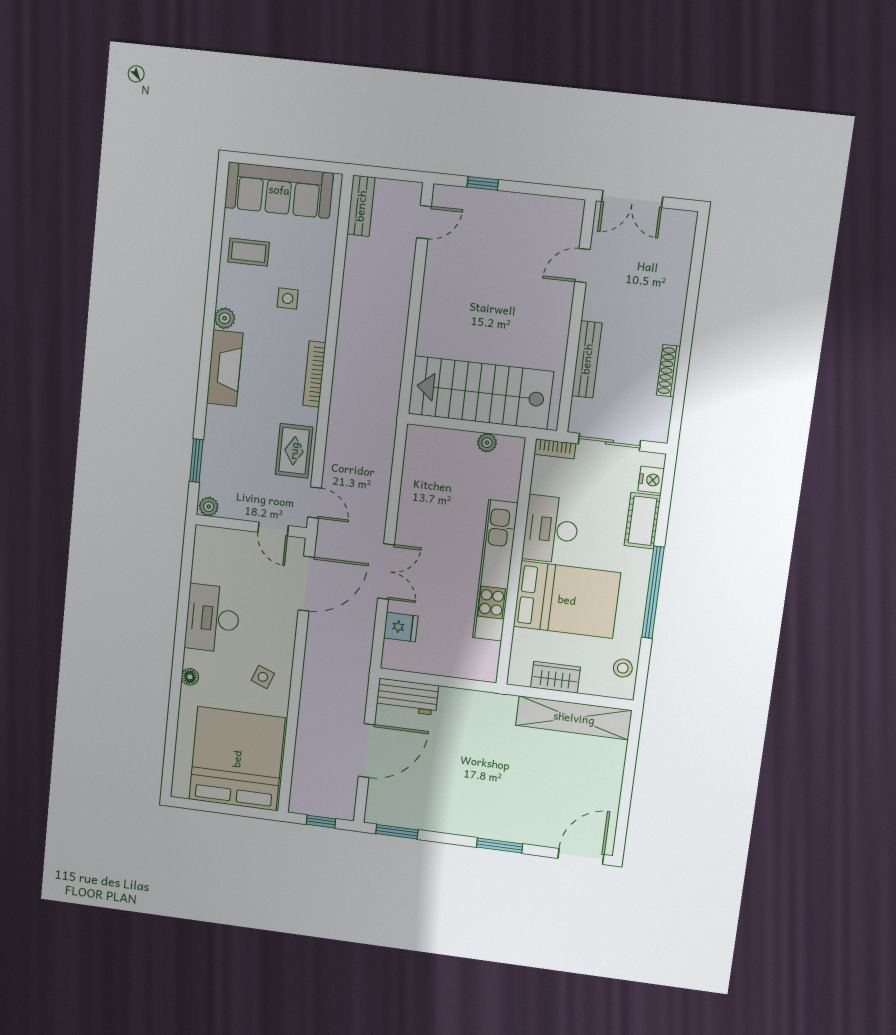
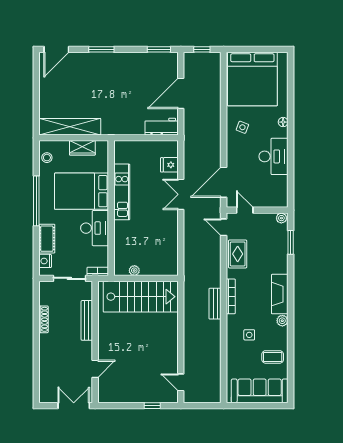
bench: (361, 206) -> (215, 304), moved
door: (424, 222) -> (181, 382), hinge flipped
kitchen unit: (495, 571) -> (122, 192), width x0.73

